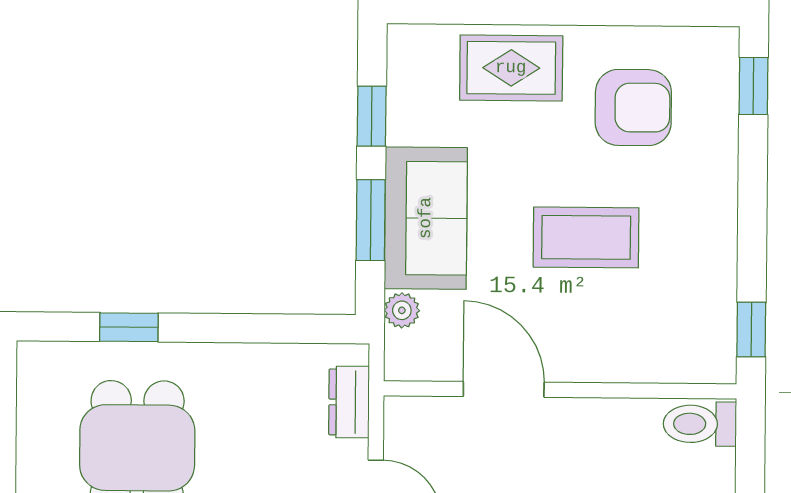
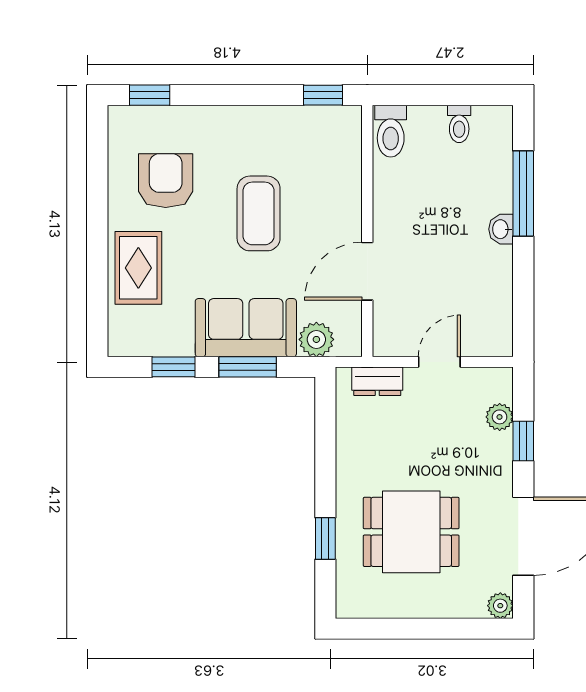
plant: (402, 310) -> (316, 339), width x1.38, depth x1.38

